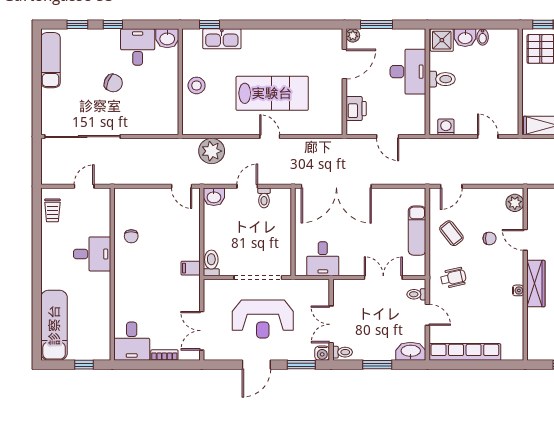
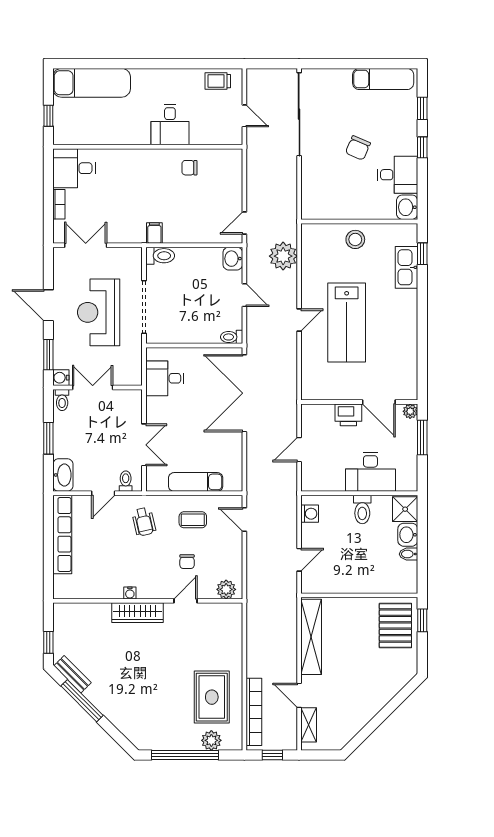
printer: (356, 109) -> (348, 415), moved
toilet: (264, 198) -> (232, 337), moved
coffee table: (451, 233) -> (193, 520), turned 38

